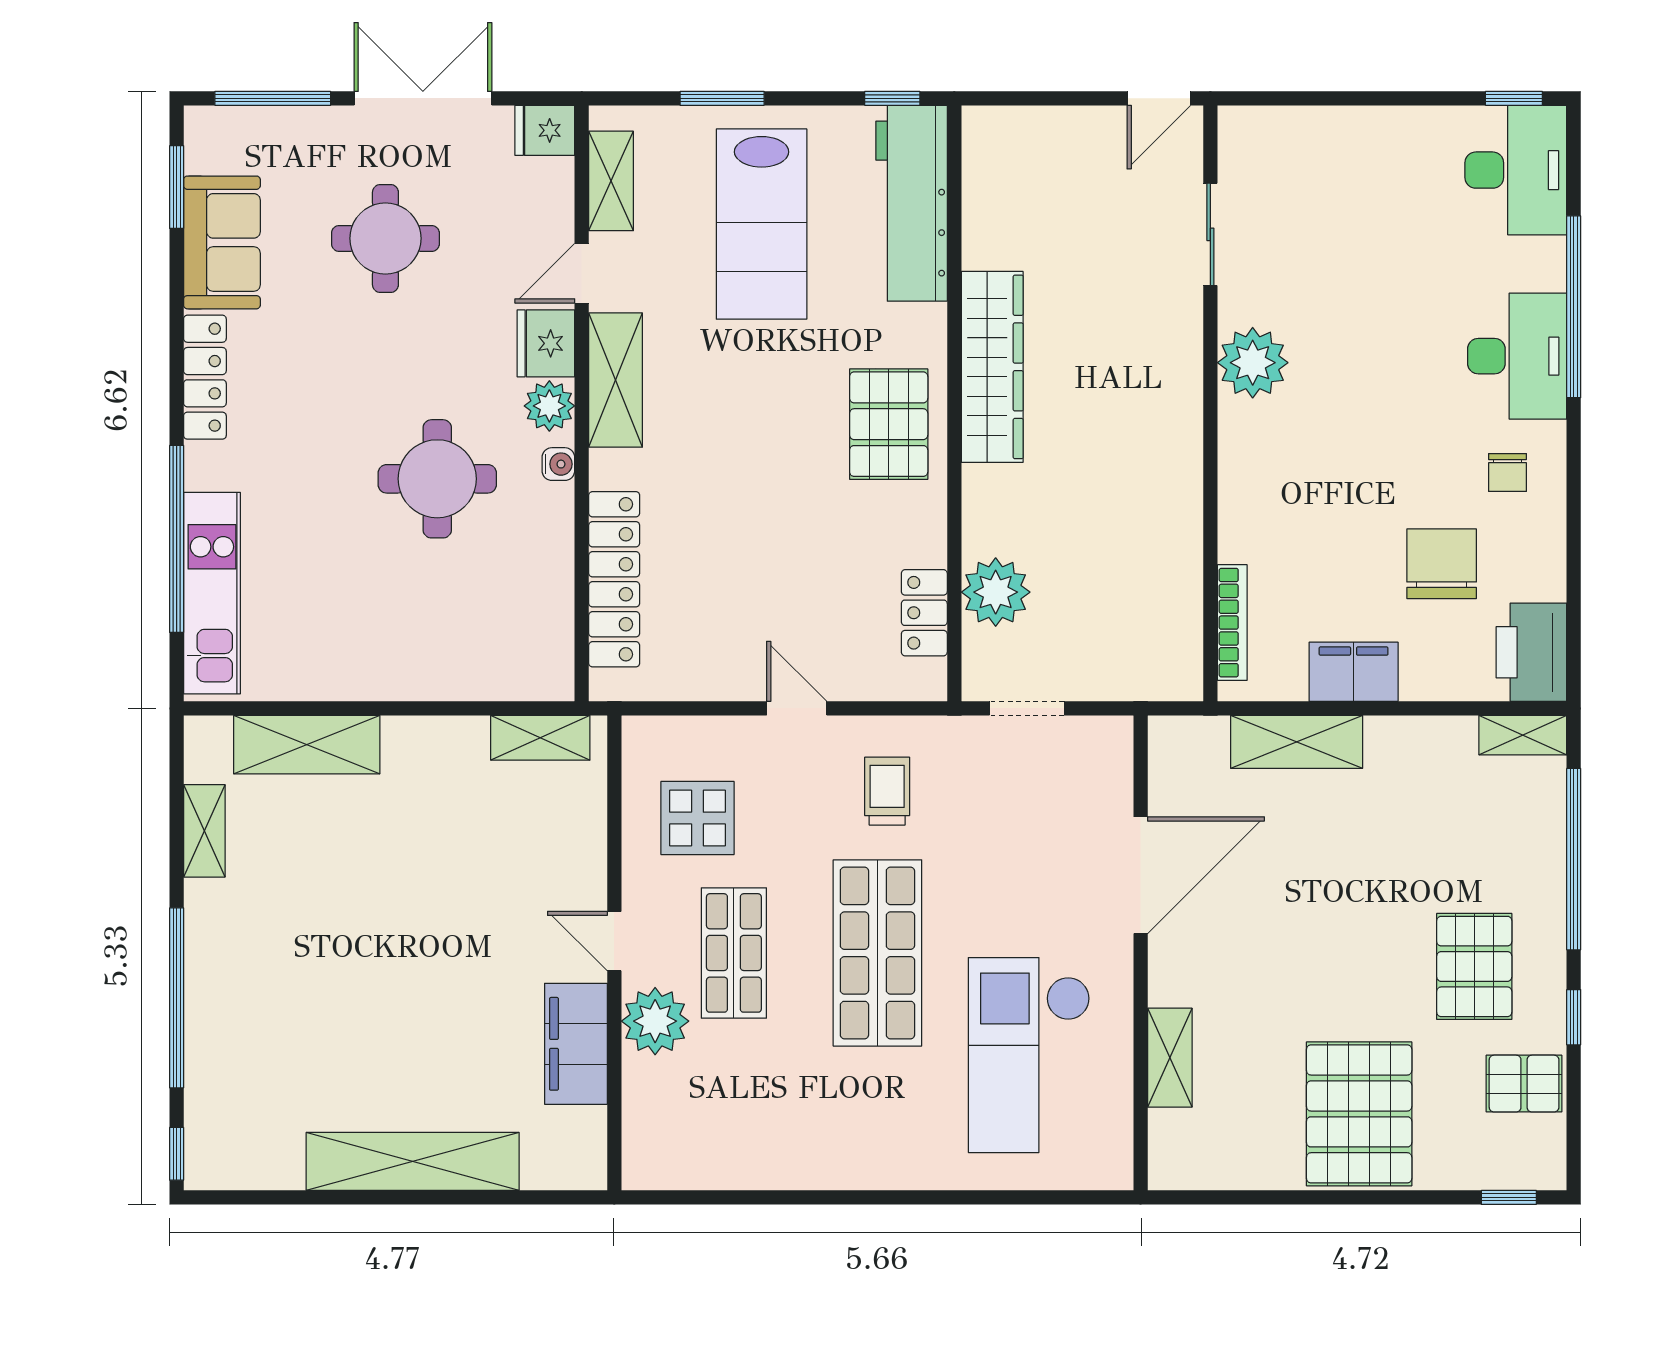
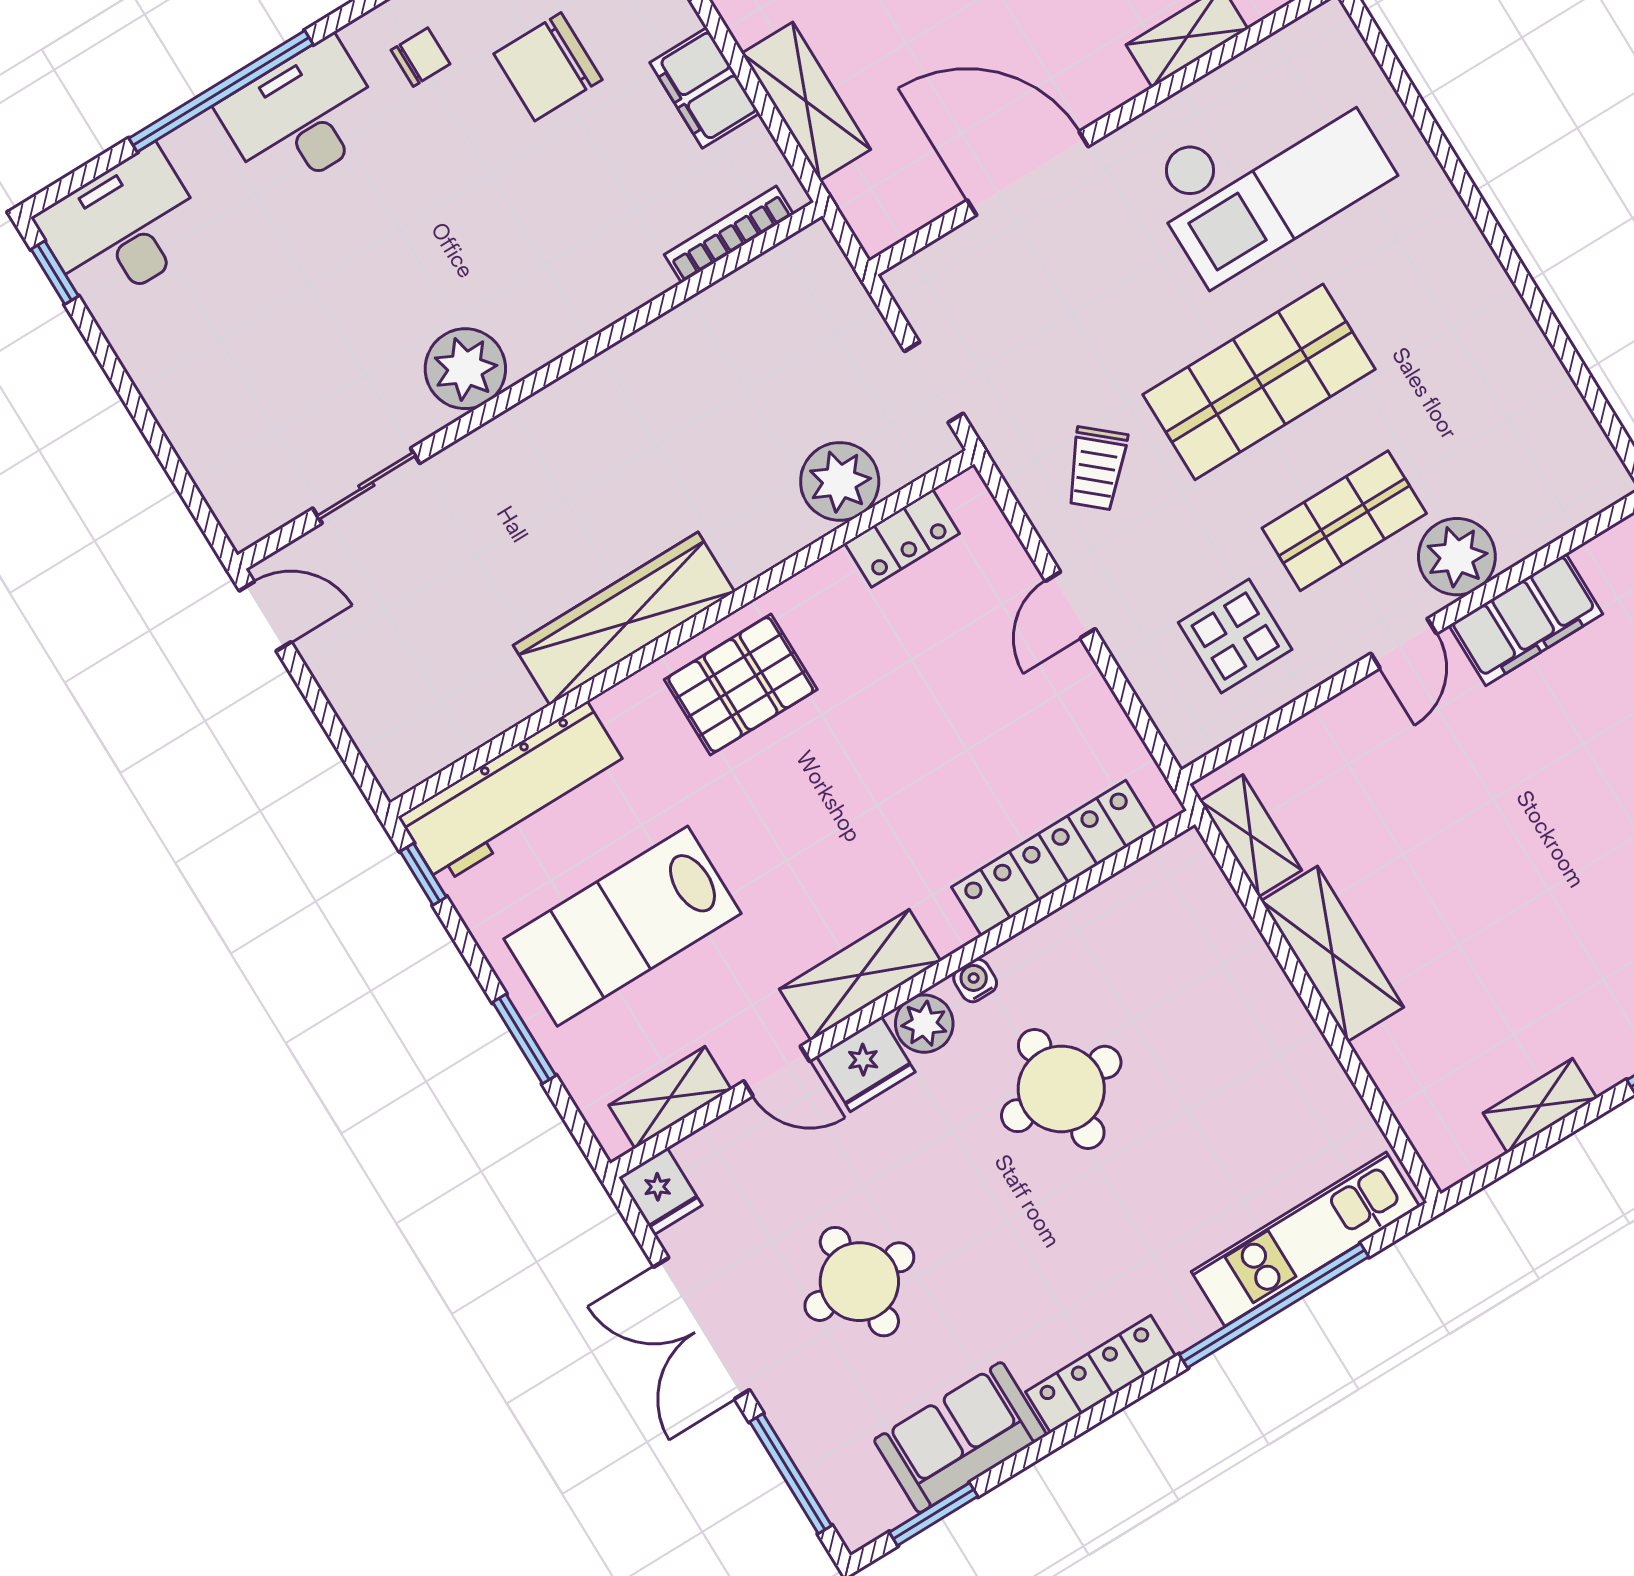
lab bench: (762, 224) -> (622, 926), turned 180
shelving: (307, 745) -> (1332, 954), moved
trolley: (887, 791) -> (1097, 468), turned -49

